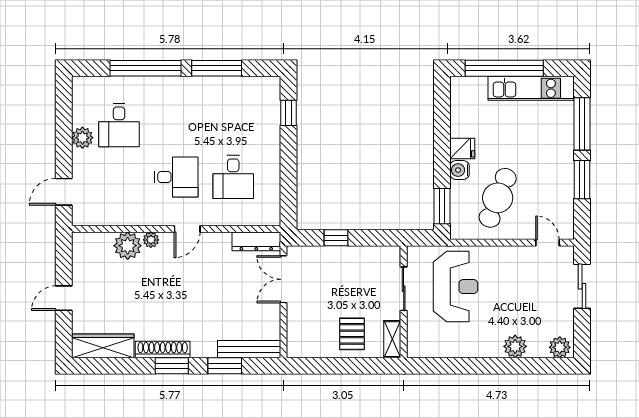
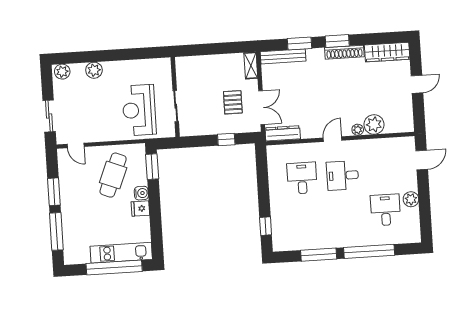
kitchen unit: (531, 88) -> (121, 253), moved
pallet: (352, 334) -> (233, 102), moved
shelving: (392, 339) -> (251, 66), moved

